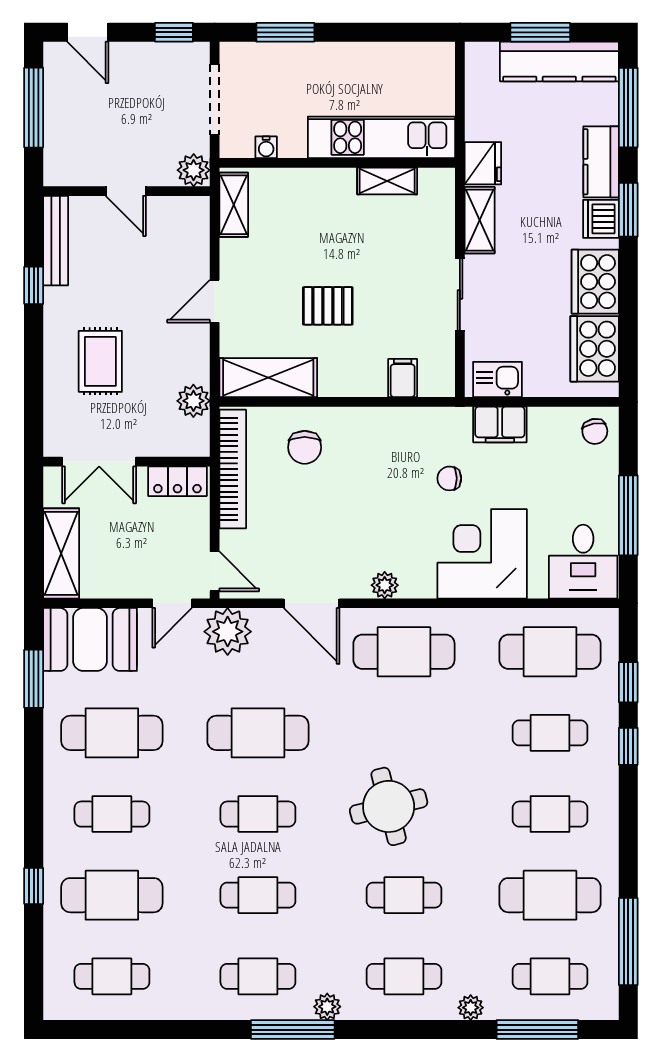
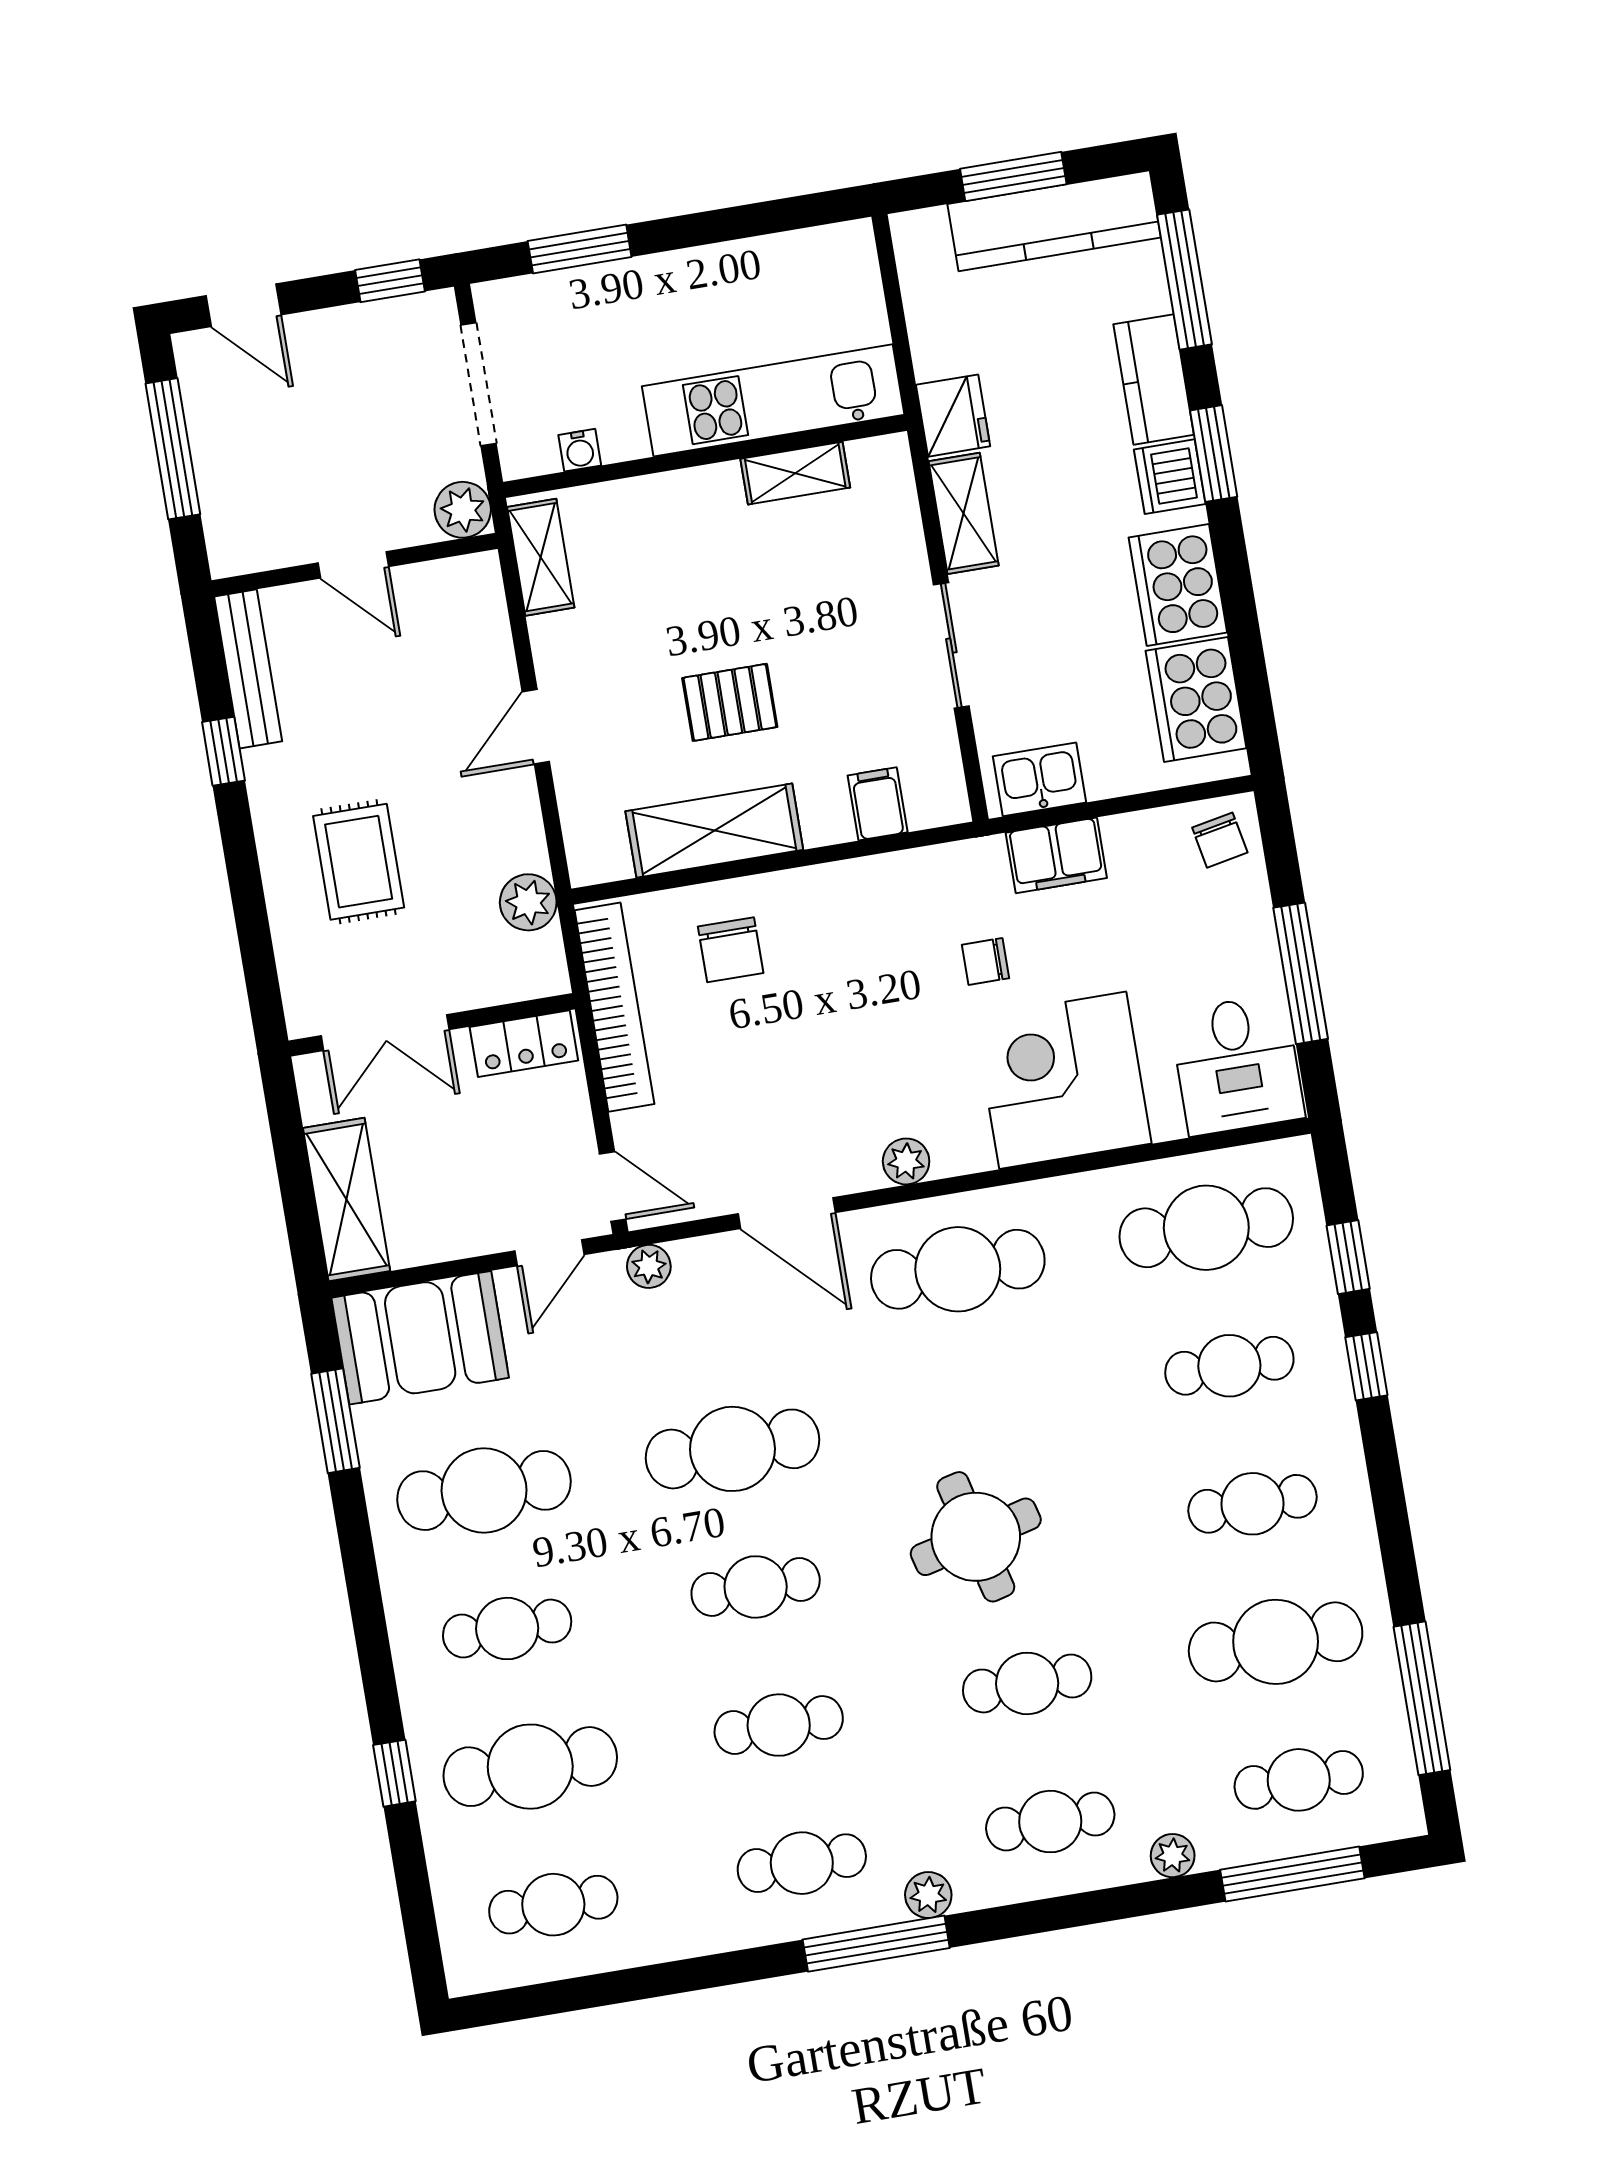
shelving: (268, 378) -> (714, 831), moved
plant: (228, 632) -> (649, 1266), width x0.53, depth x0.53

